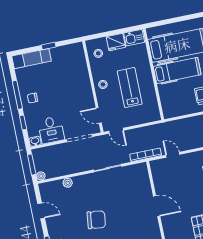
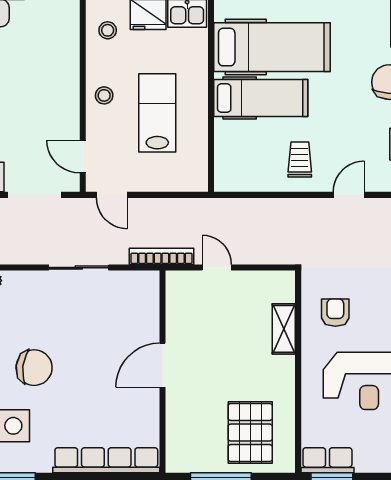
door: (157, 206) -> (163, 365), swing flipped

